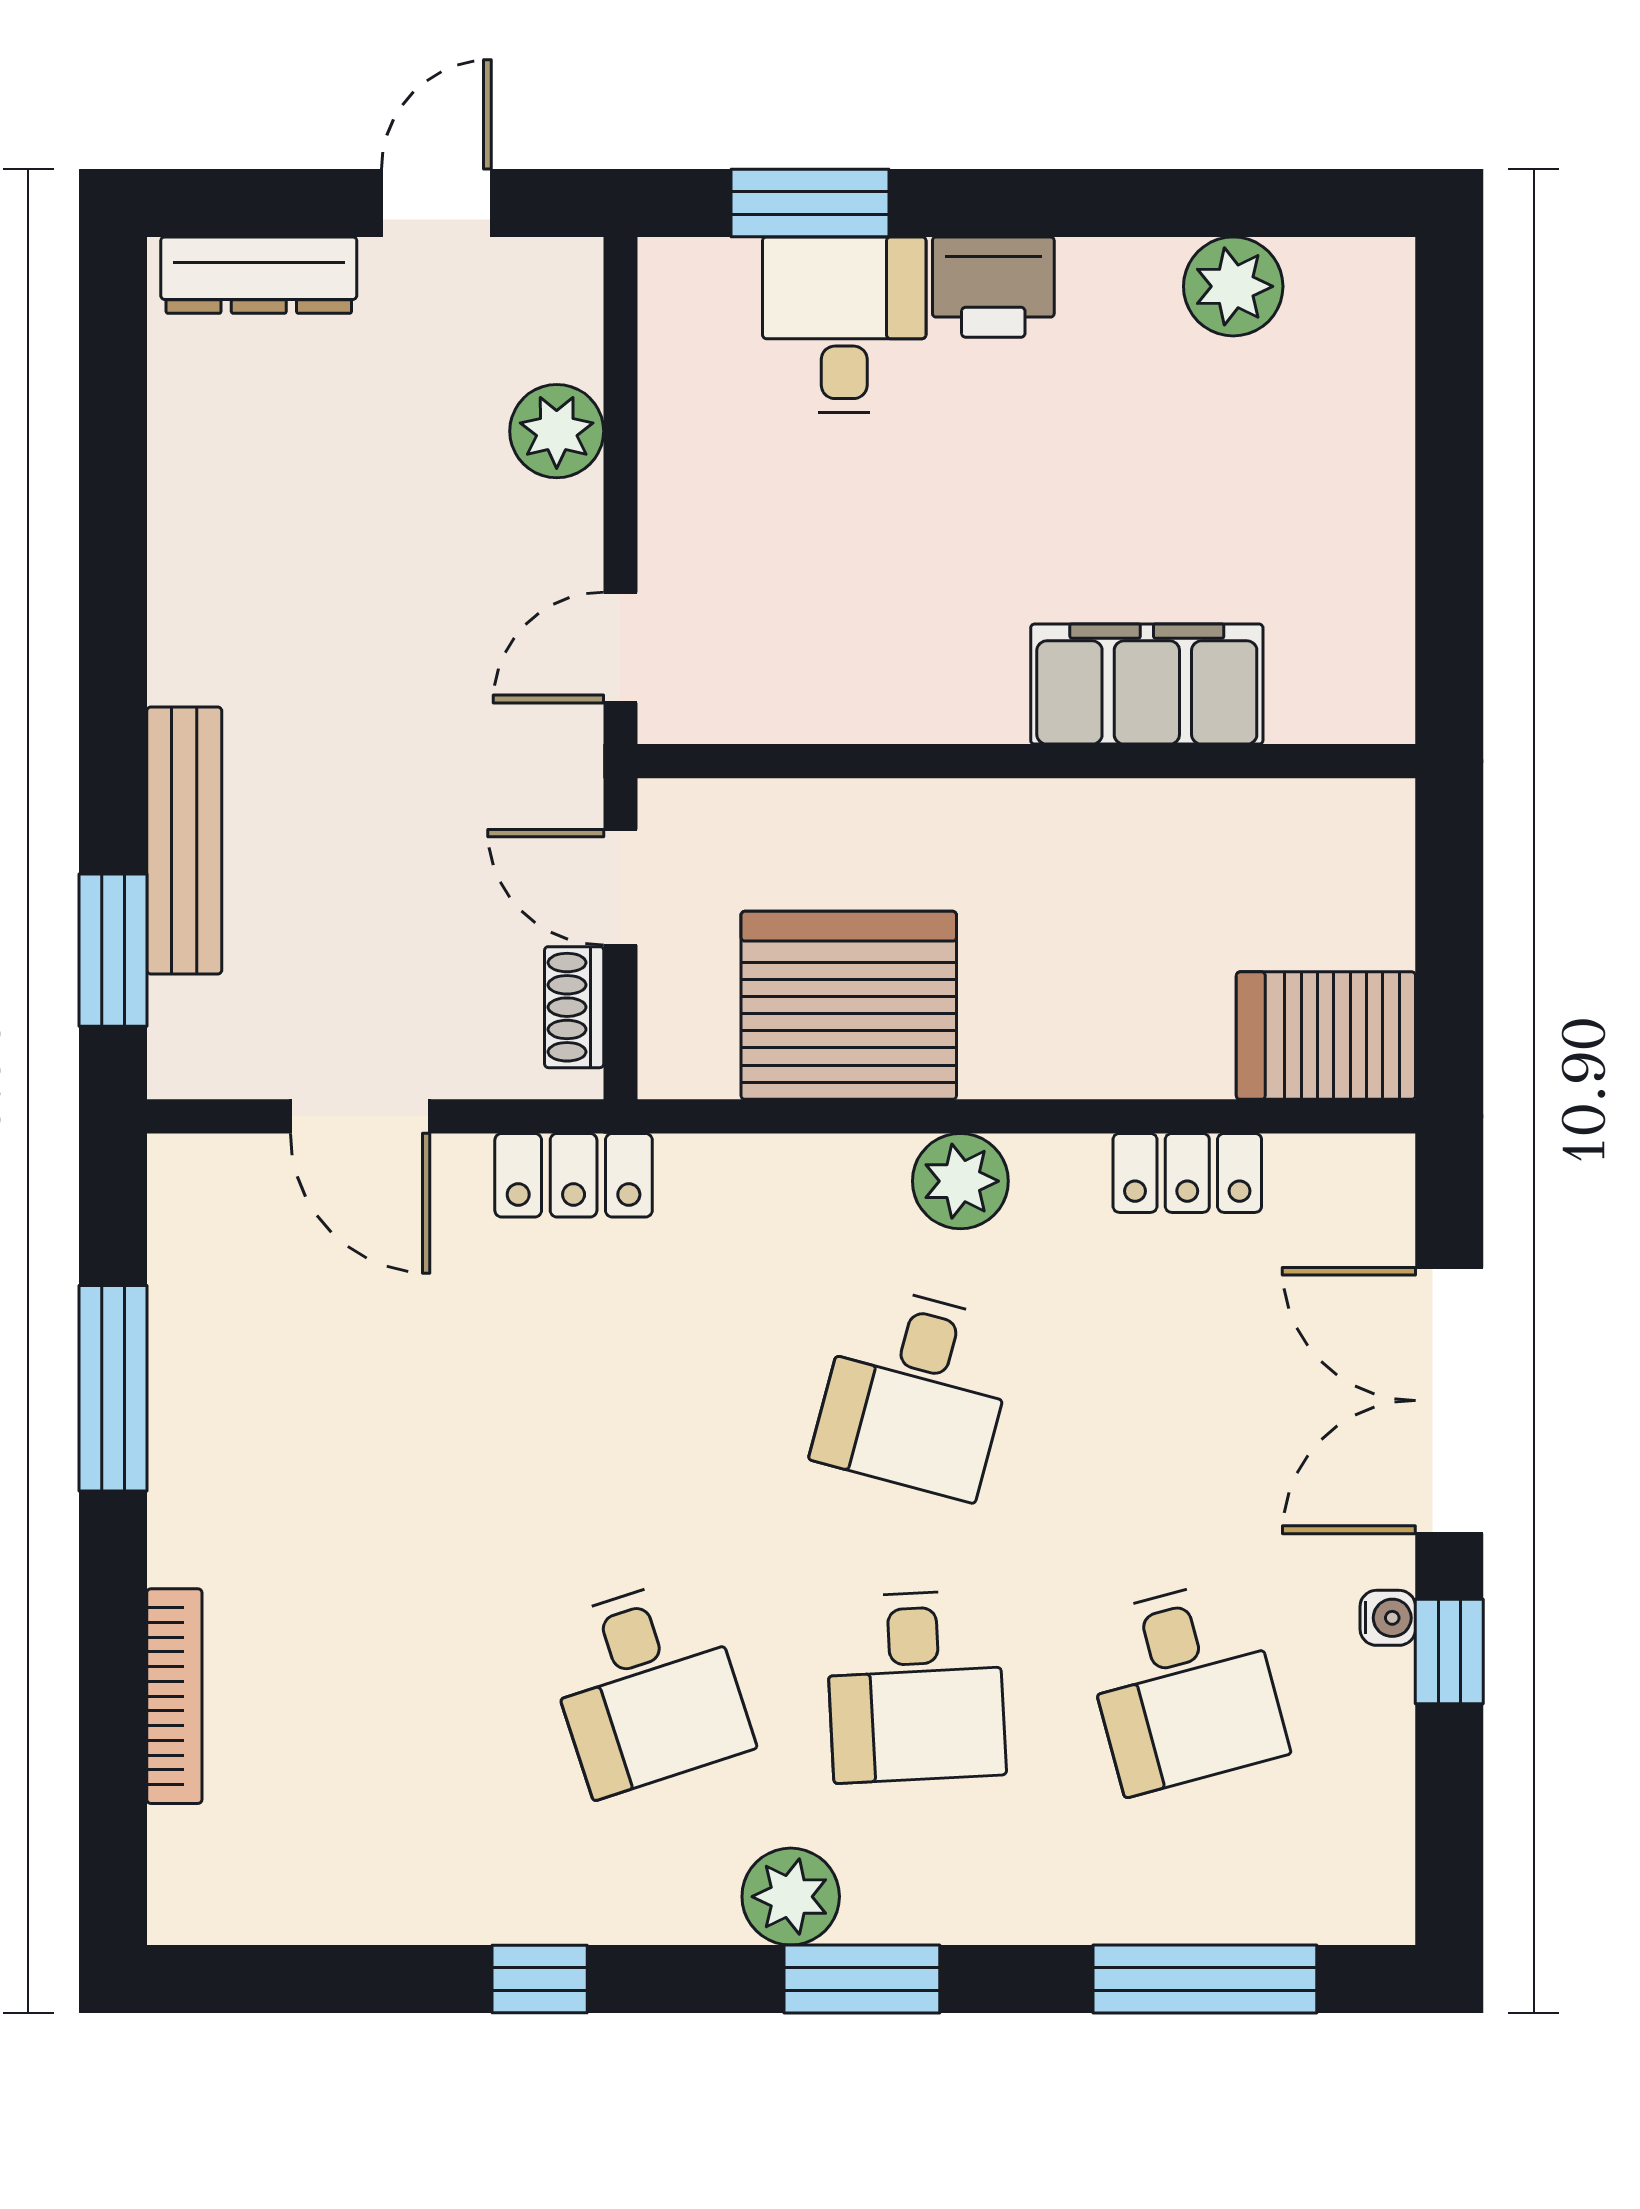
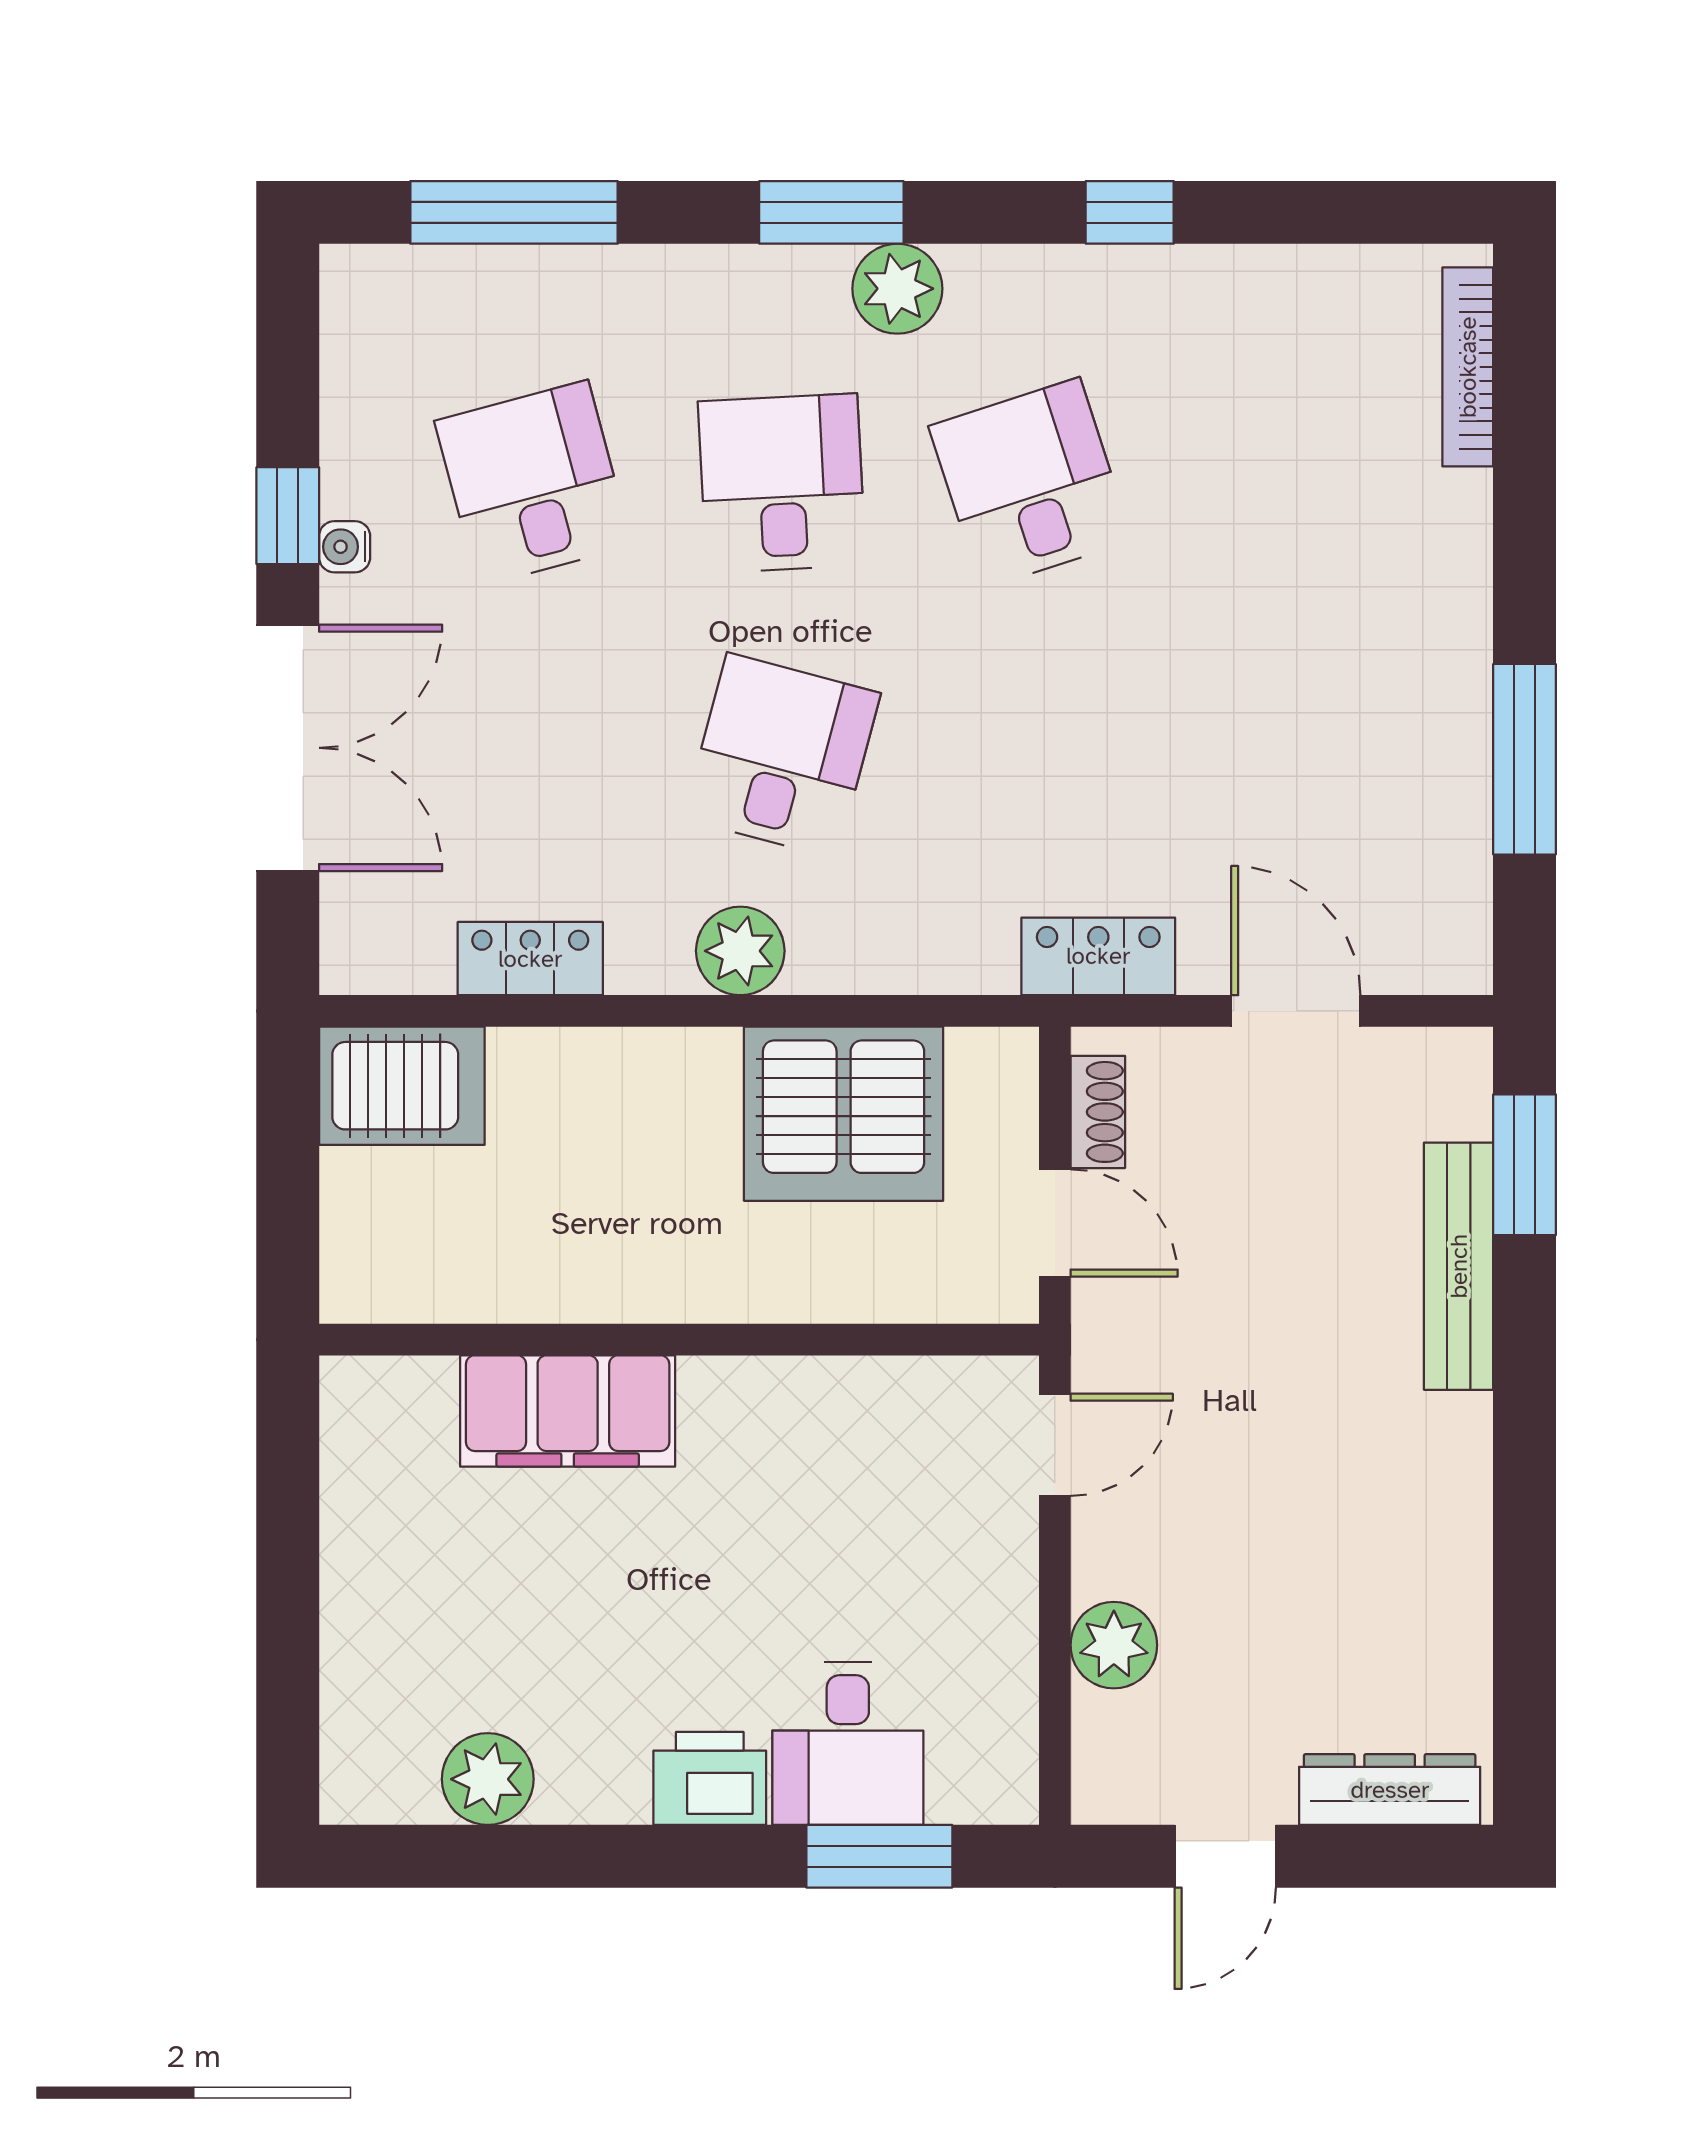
bookcase: (174, 1696) -> (1468, 367), moved

